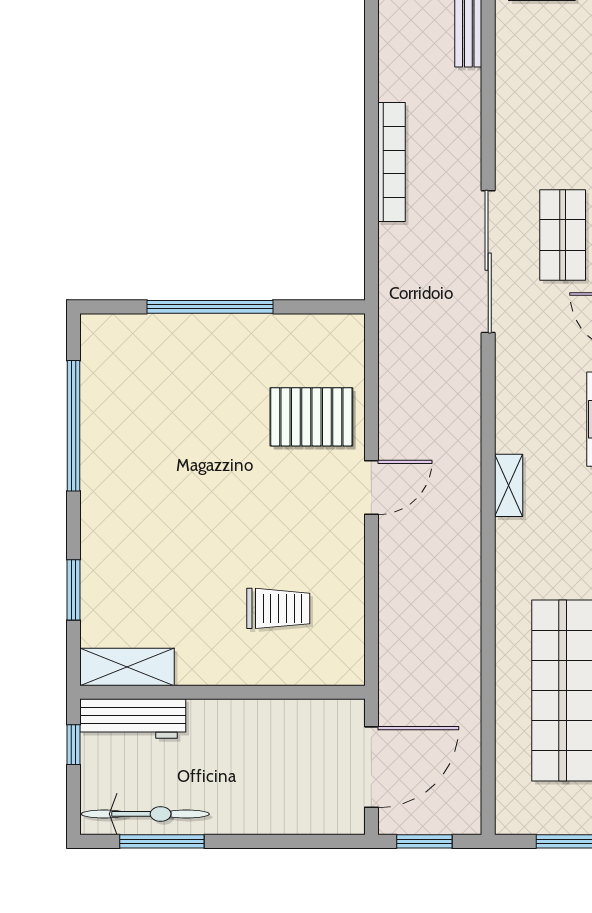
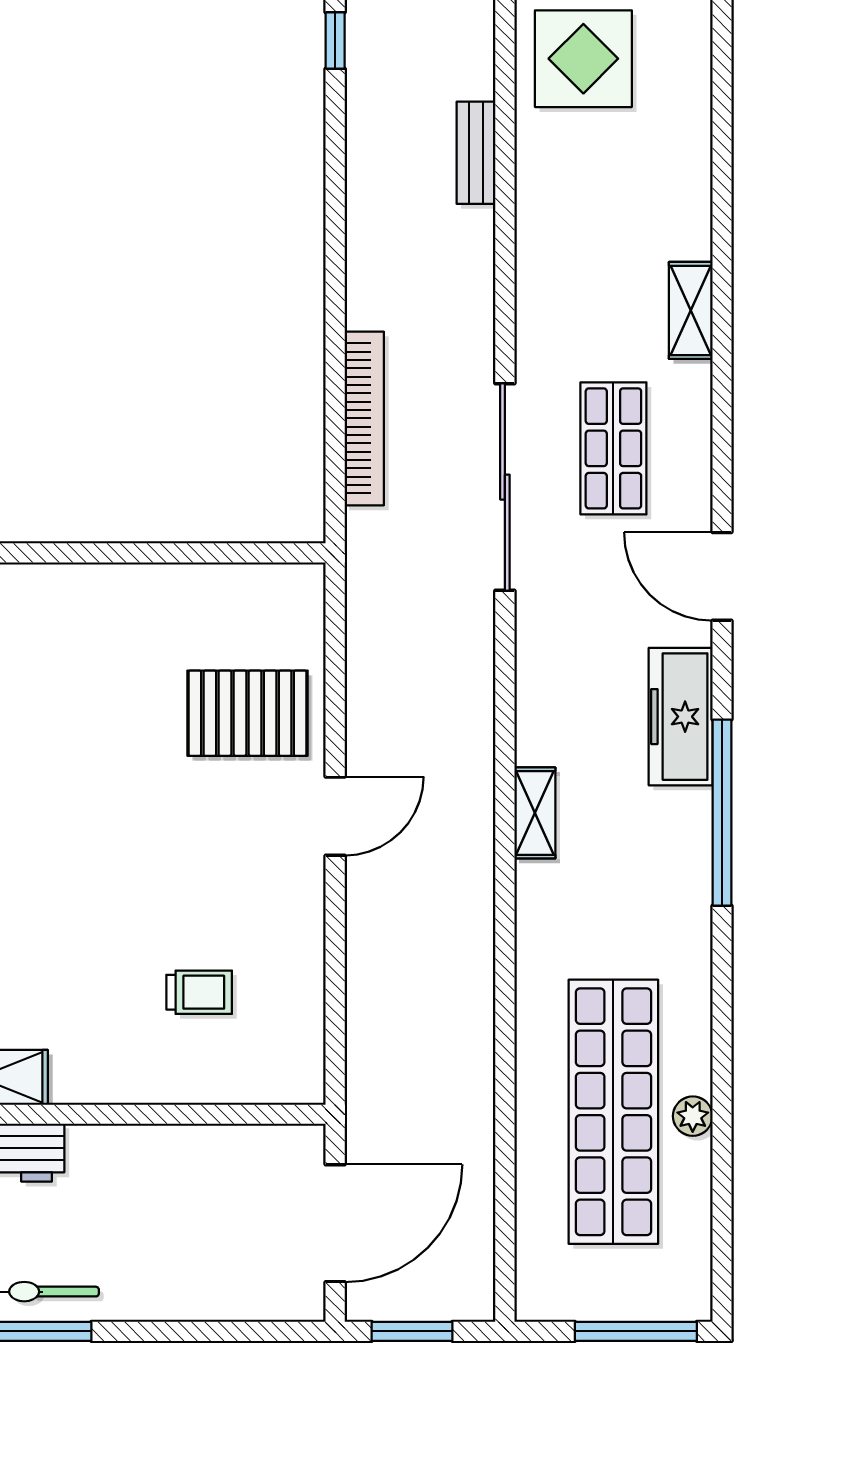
bookcase: (392, 162) -> (364, 418), moved
window: (210, 307) -> (100, 553), removed
trolley: (278, 608) -> (199, 992), width x0.73, depth x0.72

